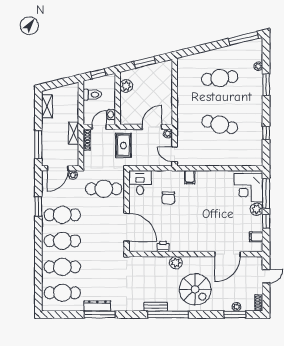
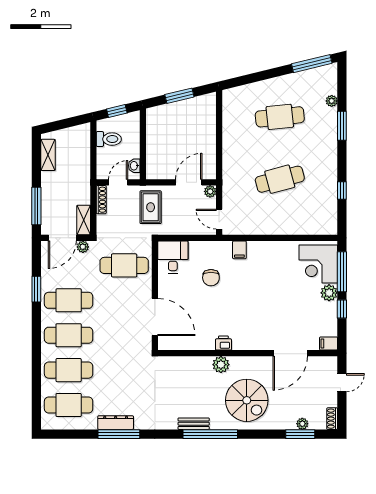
plant: (126, 86) -> (154, 127), removed
cafe table: (220, 125) -> (280, 179), turned -30
shelving: (74, 133) -> (84, 220), moved
filing cabinet: (256, 237) -> (329, 344), moved
printer: (163, 247) -> (223, 343), moved

